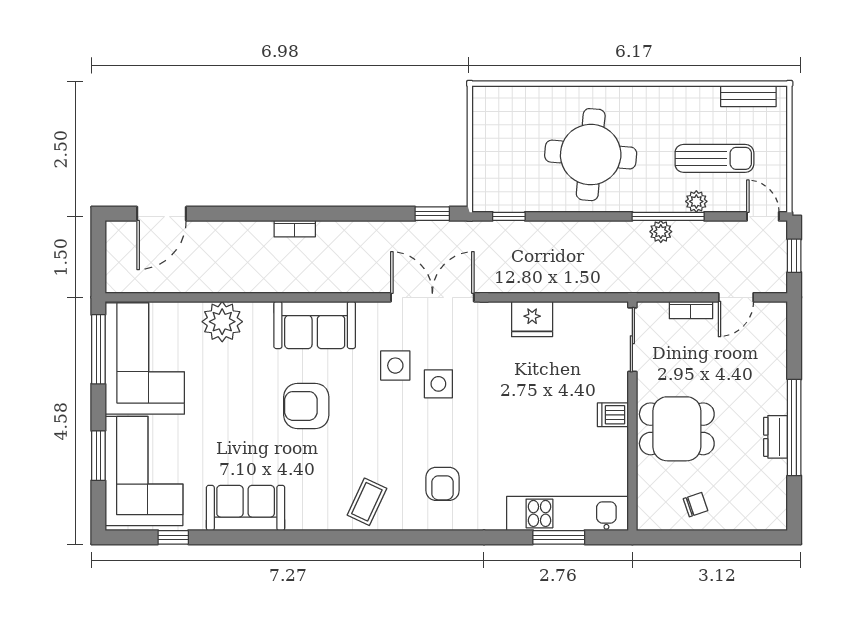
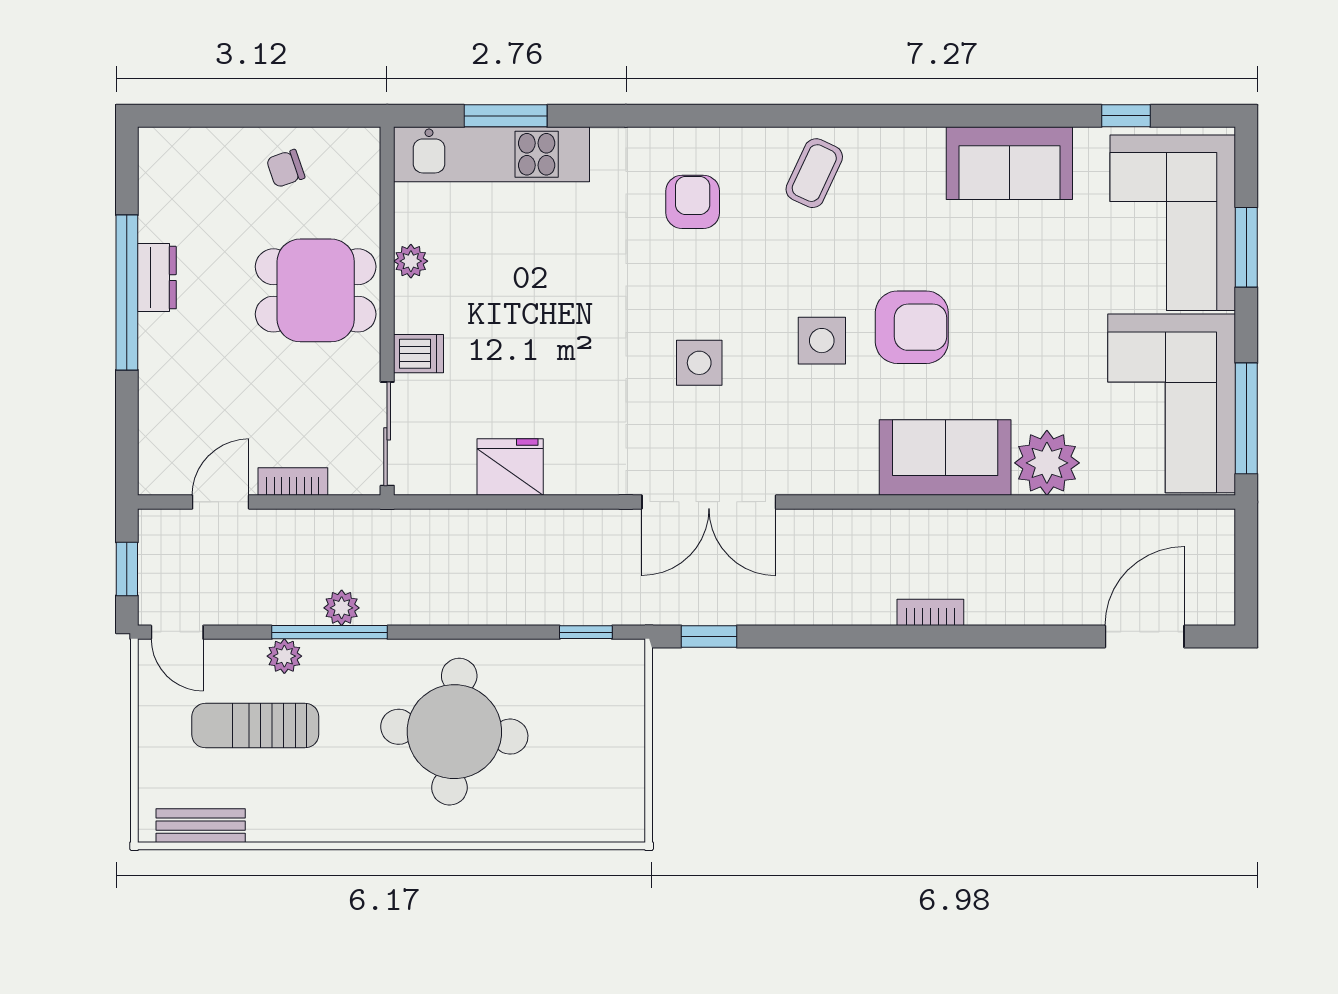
fridge: (532, 319) -> (510, 467), moved
sofa: (315, 325) -> (945, 457), moved
side table: (395, 366) -> (822, 341), moved
dishwasher: (613, 415) -> (419, 354), moved
plant: (618, 447) -> (411, 261), added

